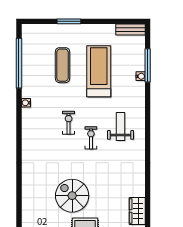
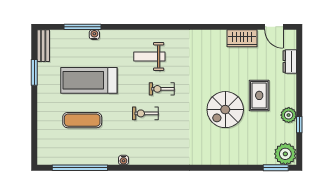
window: (69, 21) -> (34, 72), moved

